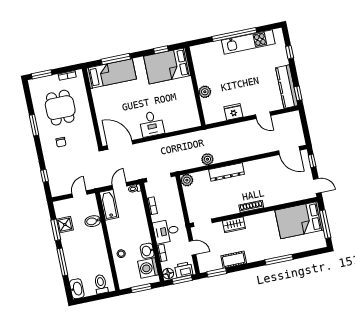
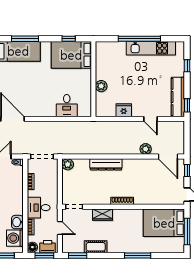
desk: (152, 124) -> (67, 106), moved
plant: (207, 159) -> (146, 149), moved

